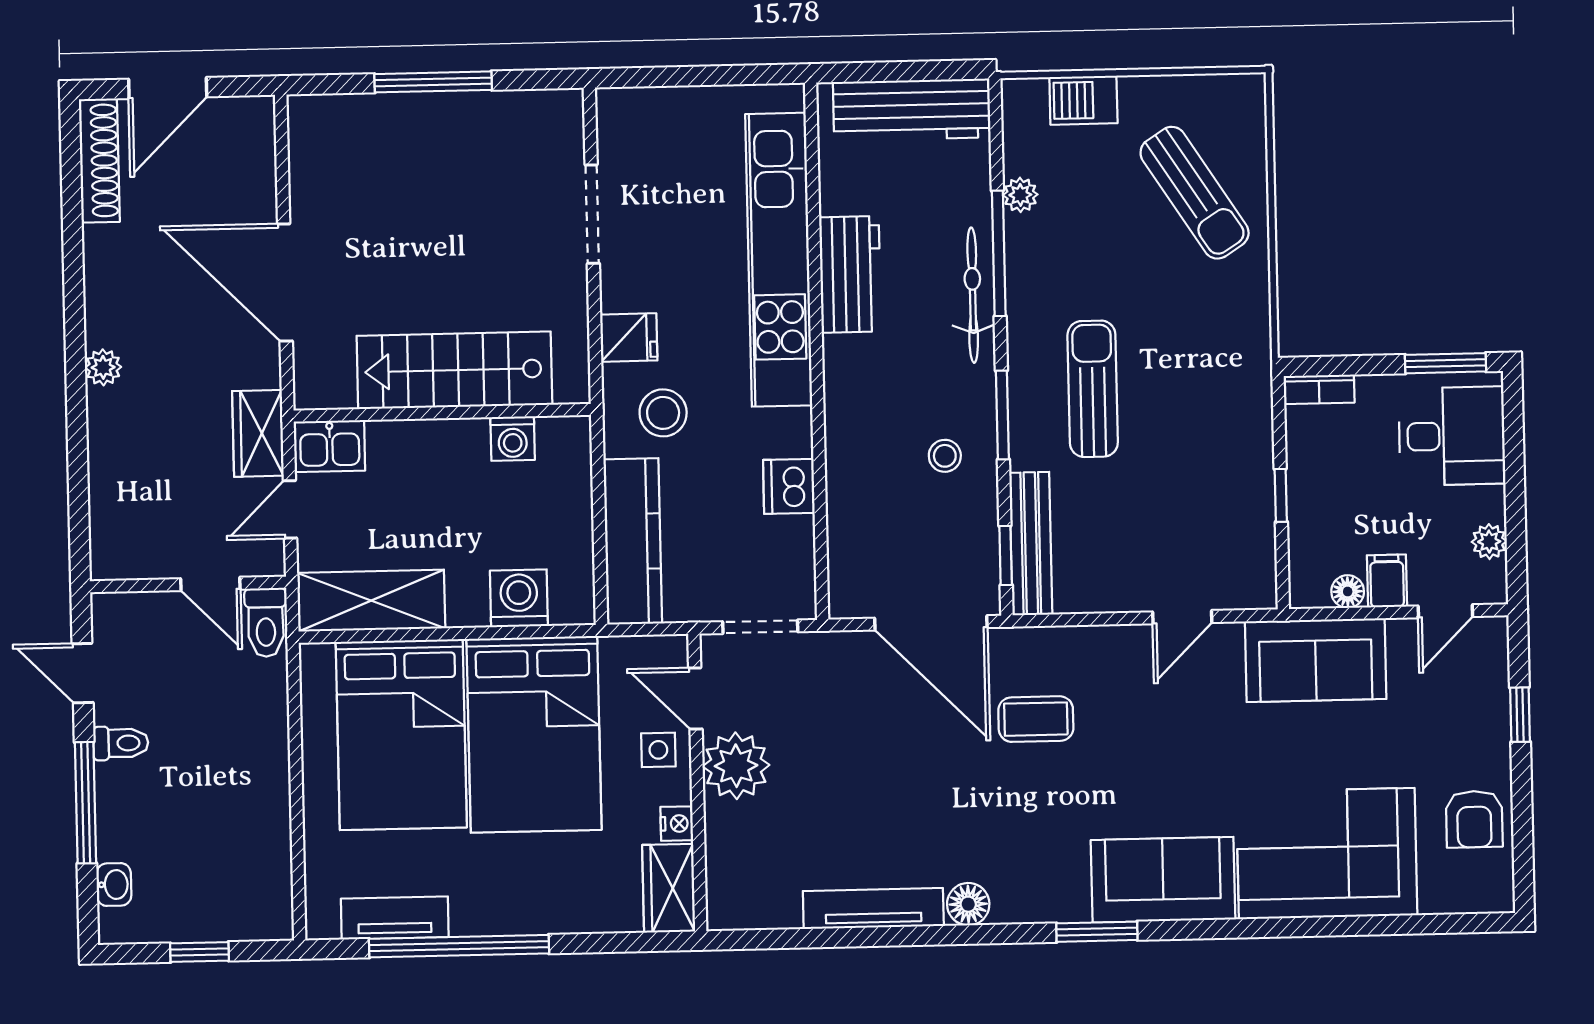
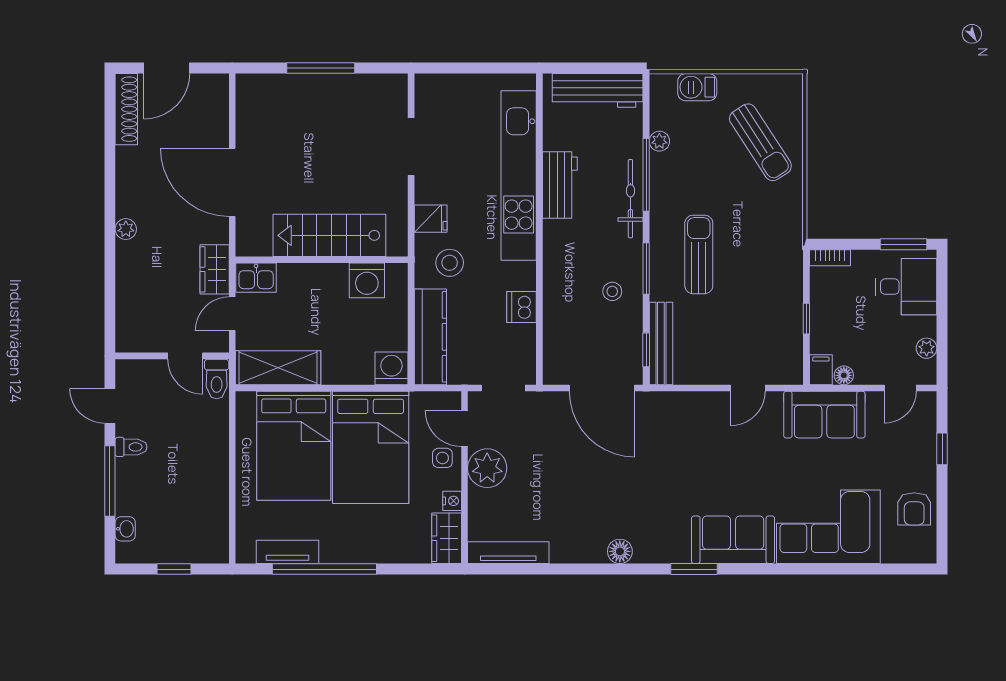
washing machine: (513, 438) -> (367, 280), width x1.38, depth x1.38
filing cabinet: (1387, 581) -> (821, 370), moved
washing machine: (519, 598) -> (391, 368), moved
coffee table: (1036, 719) -> (662, 445), removed
tv unit: (873, 909) -> (508, 553), moved

